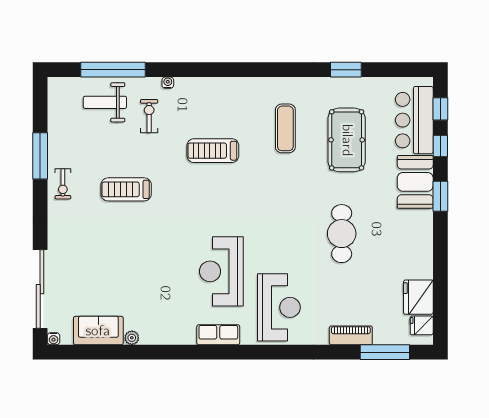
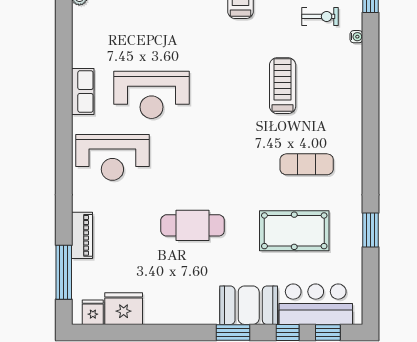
reception desk: (221, 271) -> (151, 95), turned 180

